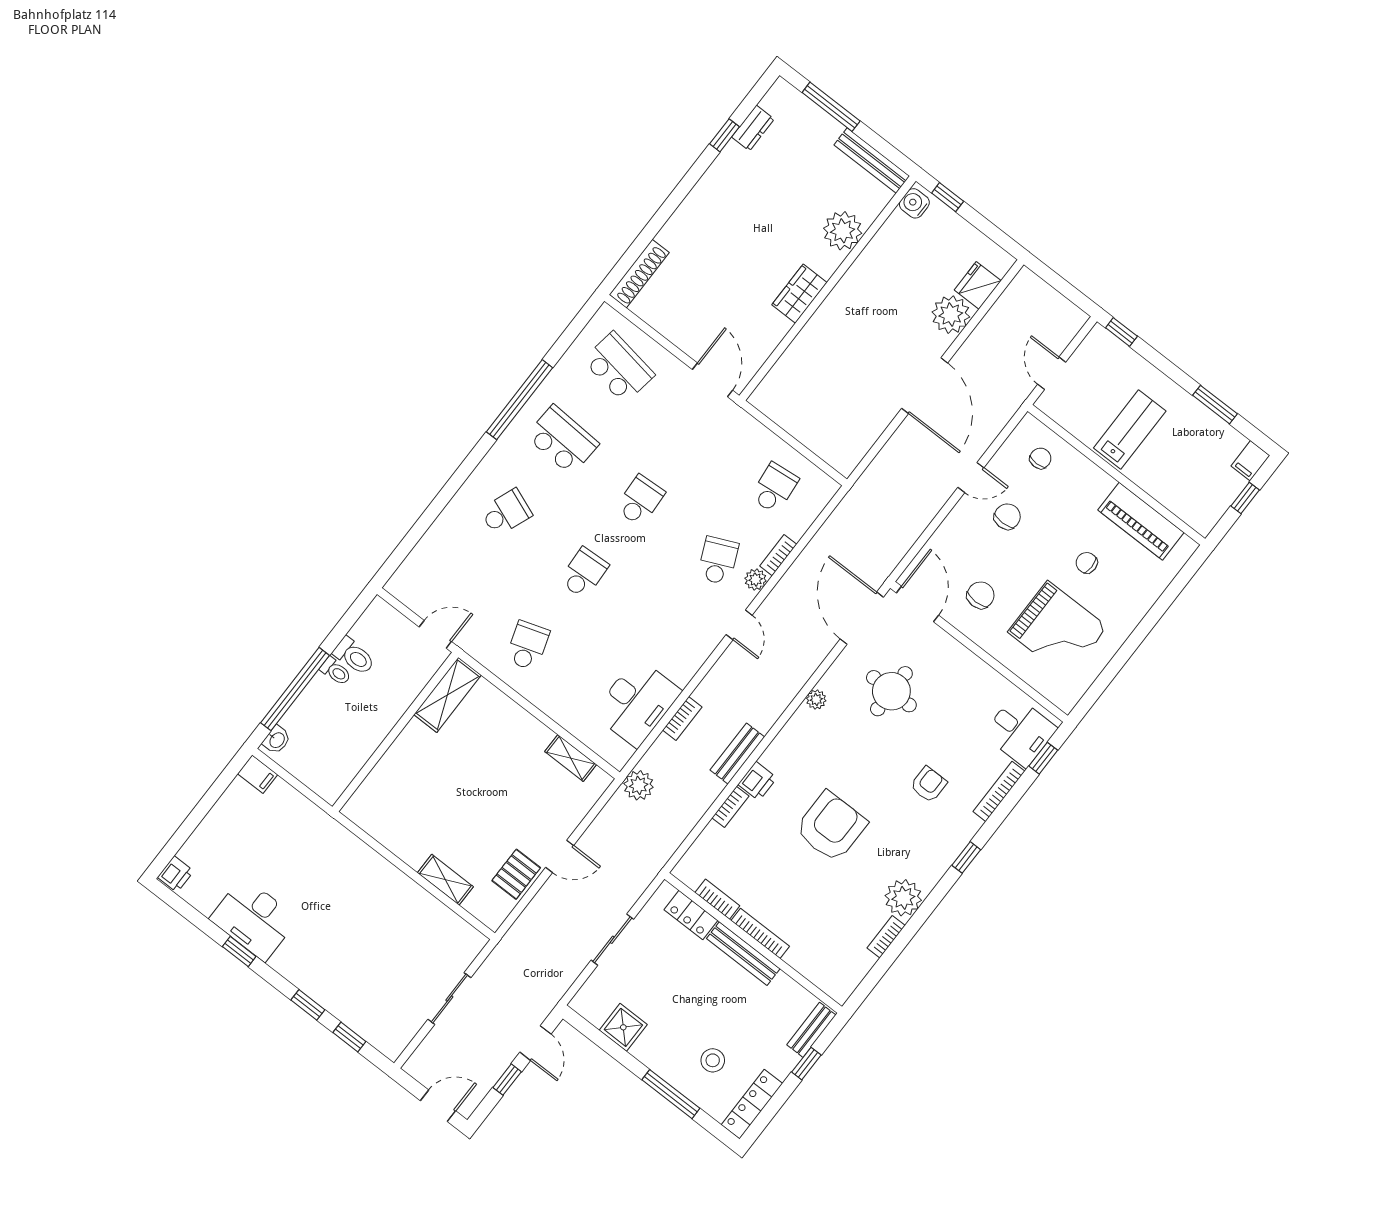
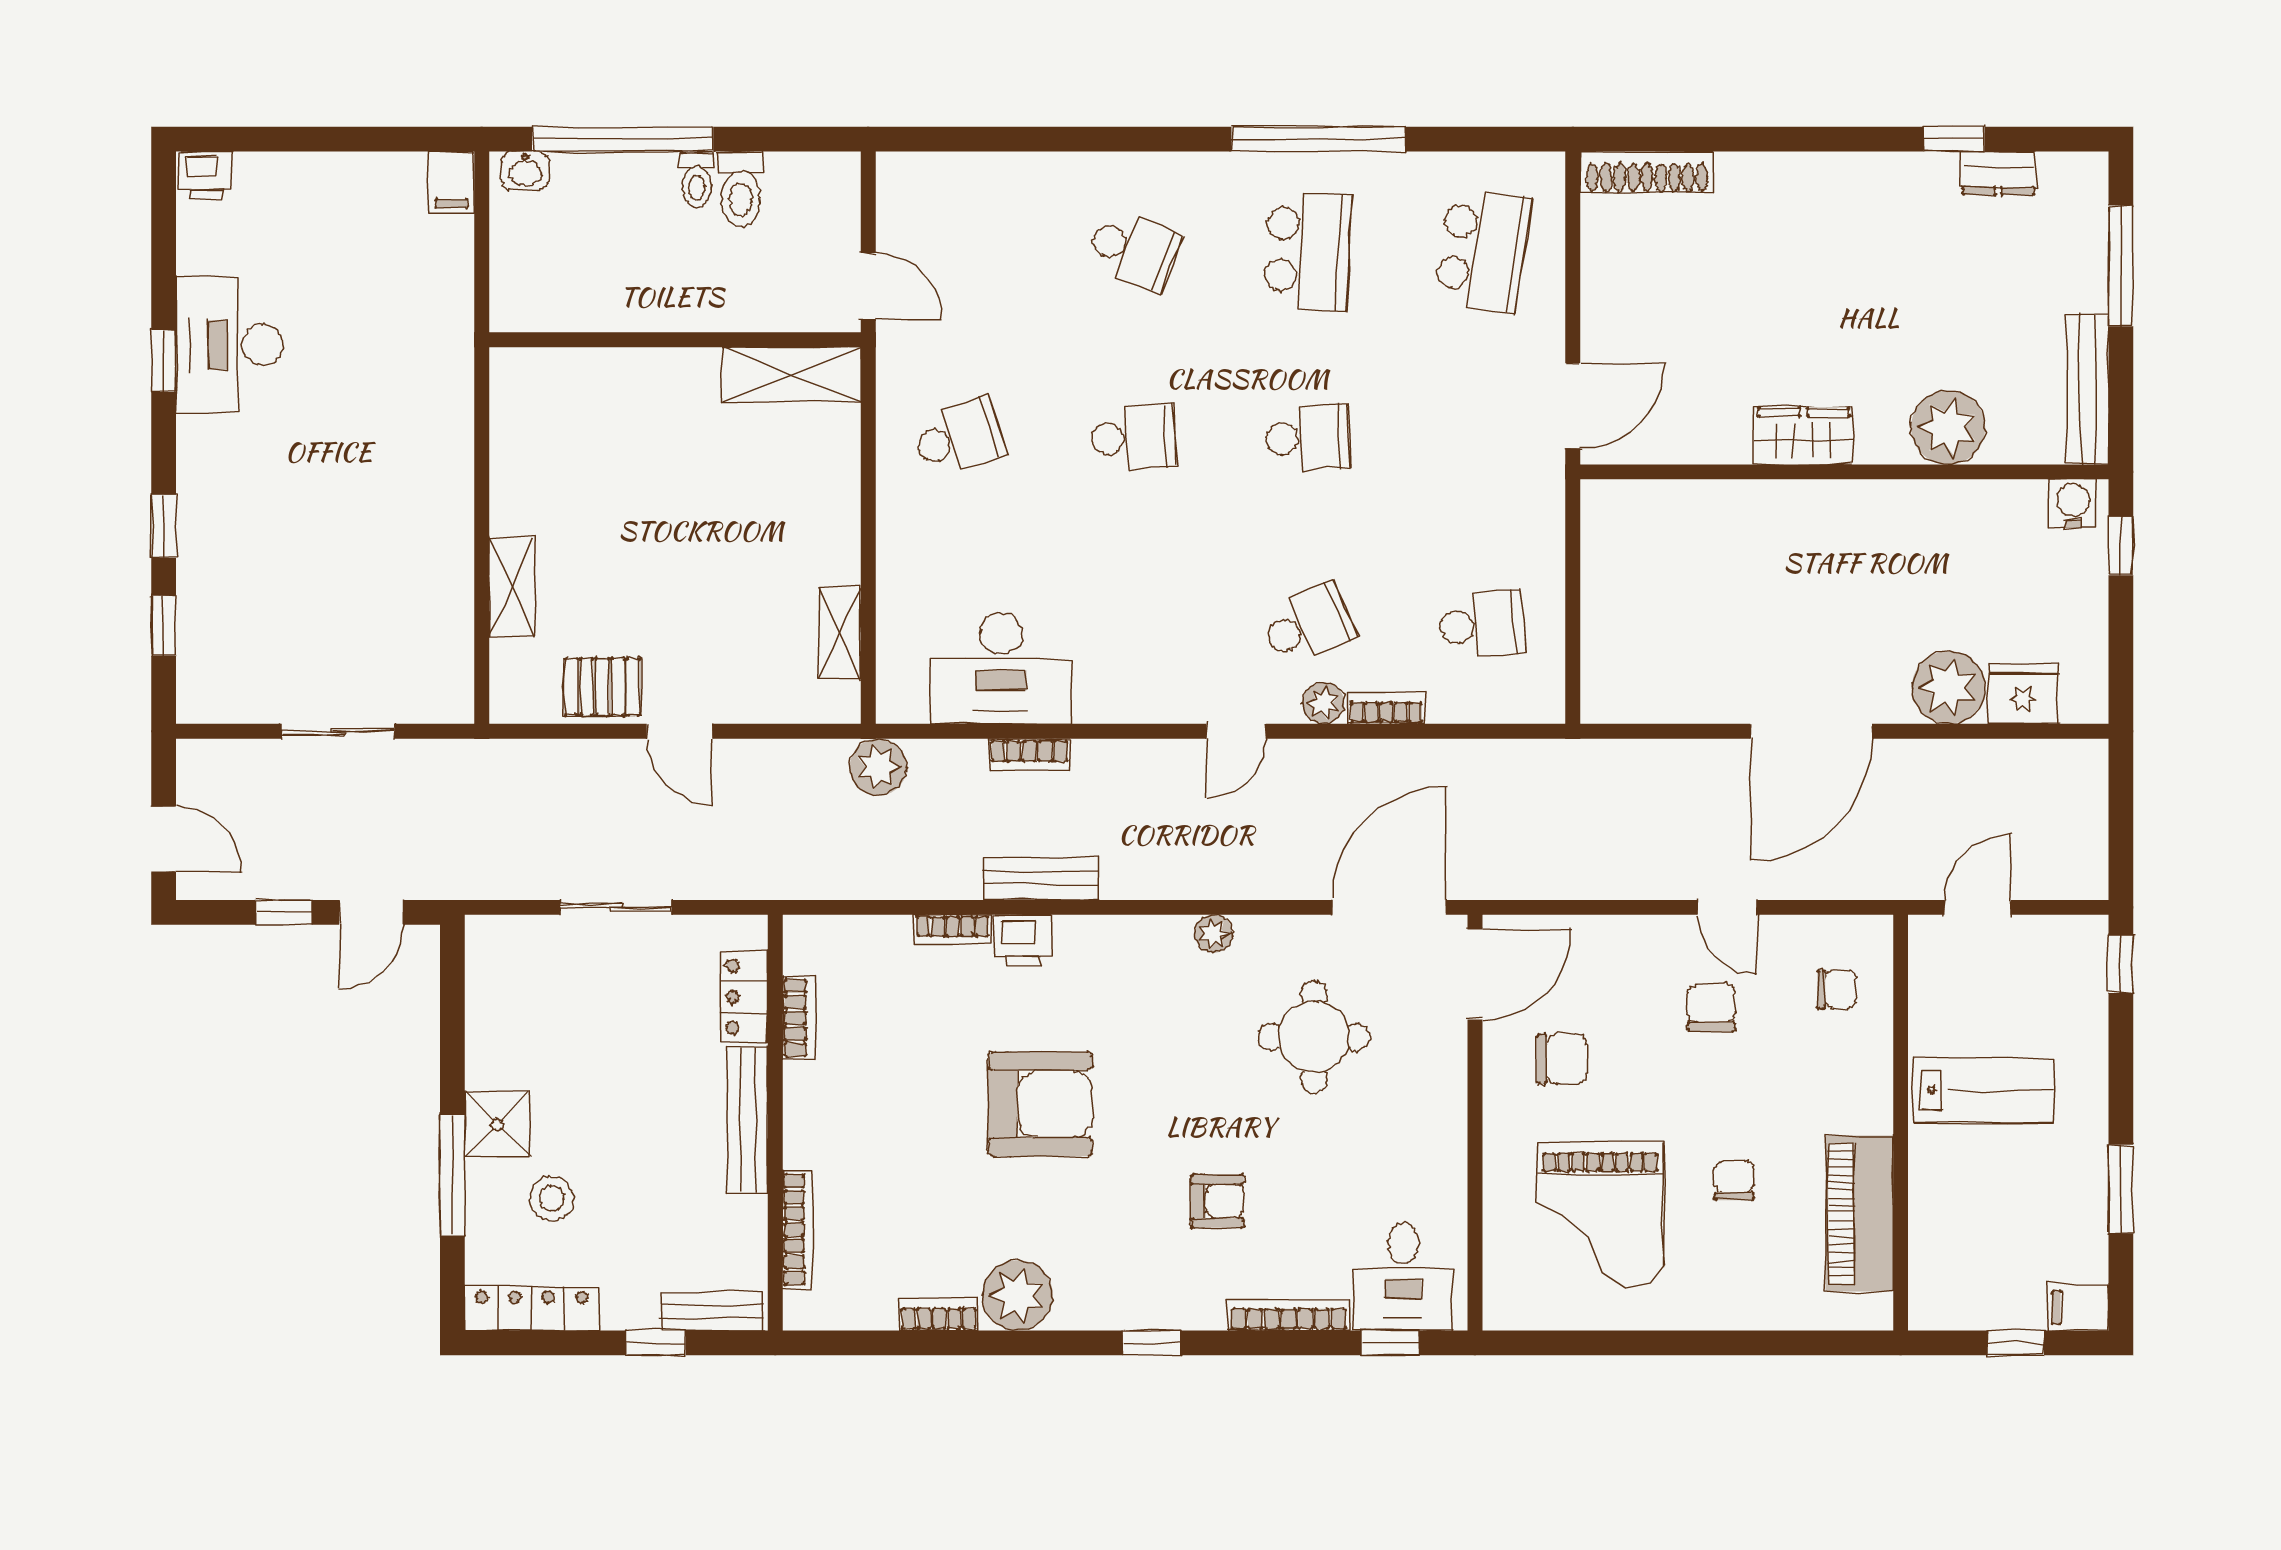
chair: (1007, 517) -> (1711, 1008), turned -90
bookcase: (760, 933) -> (798, 1230), moved
shower: (623, 1027) -> (497, 1125), moved

